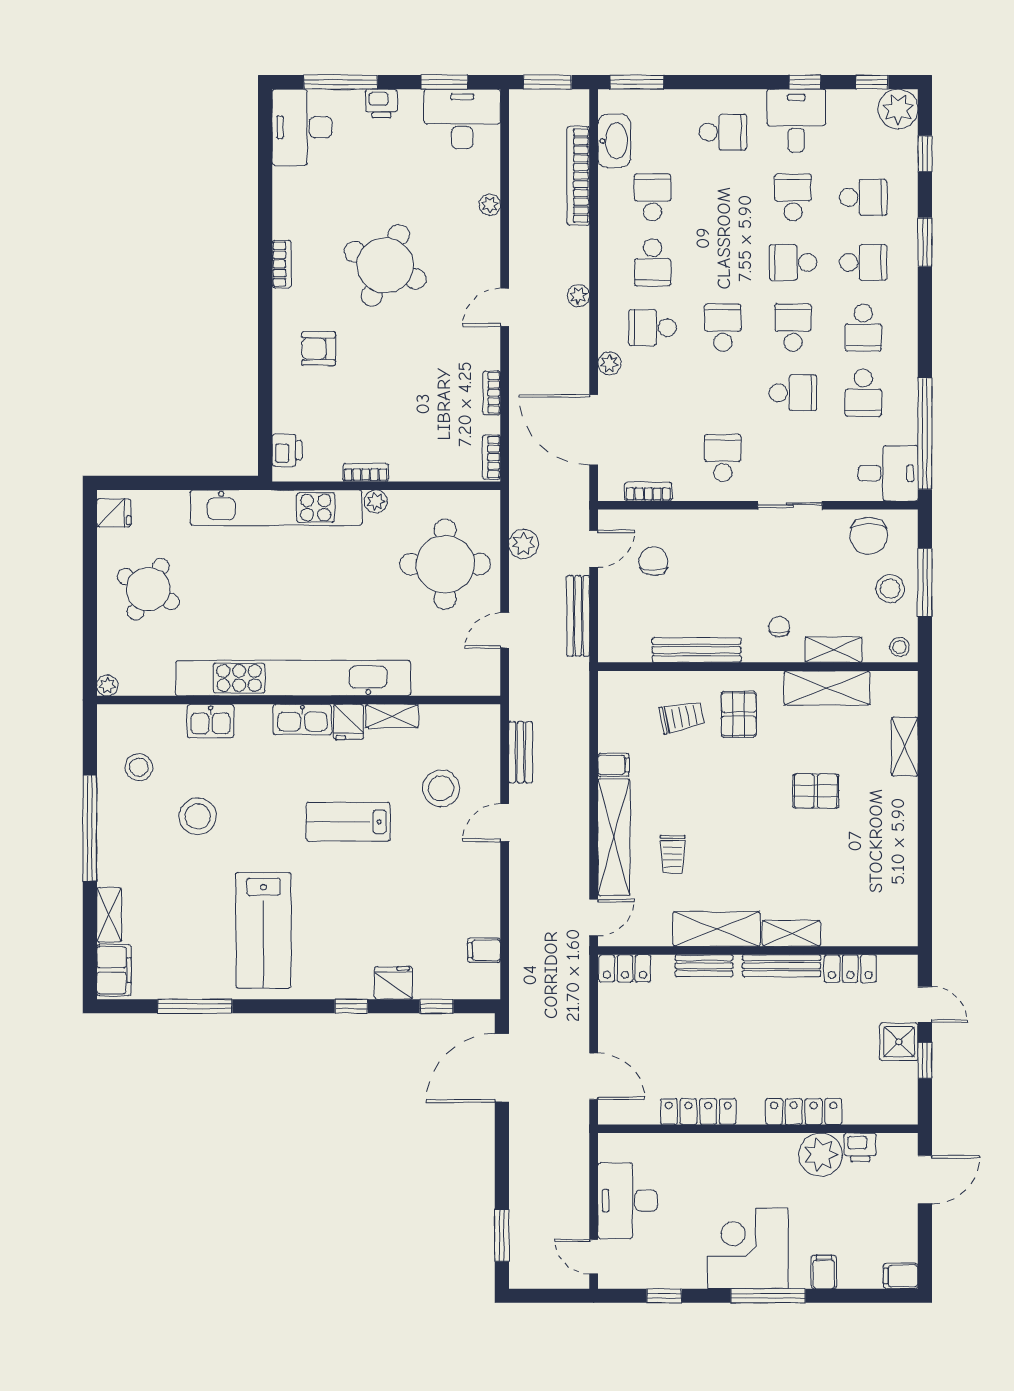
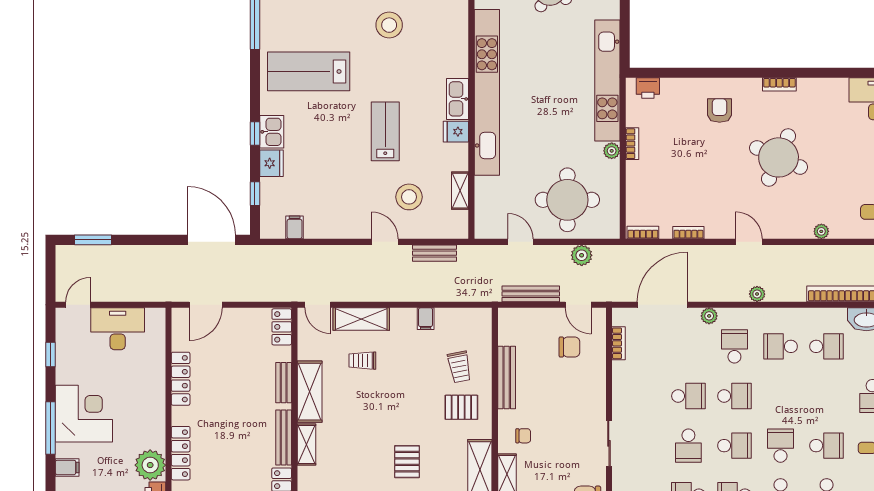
school desk: (723, 458) -> (688, 396), moved
shelving: (392, 716) -> (460, 191), moved
kitchen sink: (210, 721) -> (272, 132), moved, turned 180
shelving: (614, 837) -> (361, 319), width x0.68

